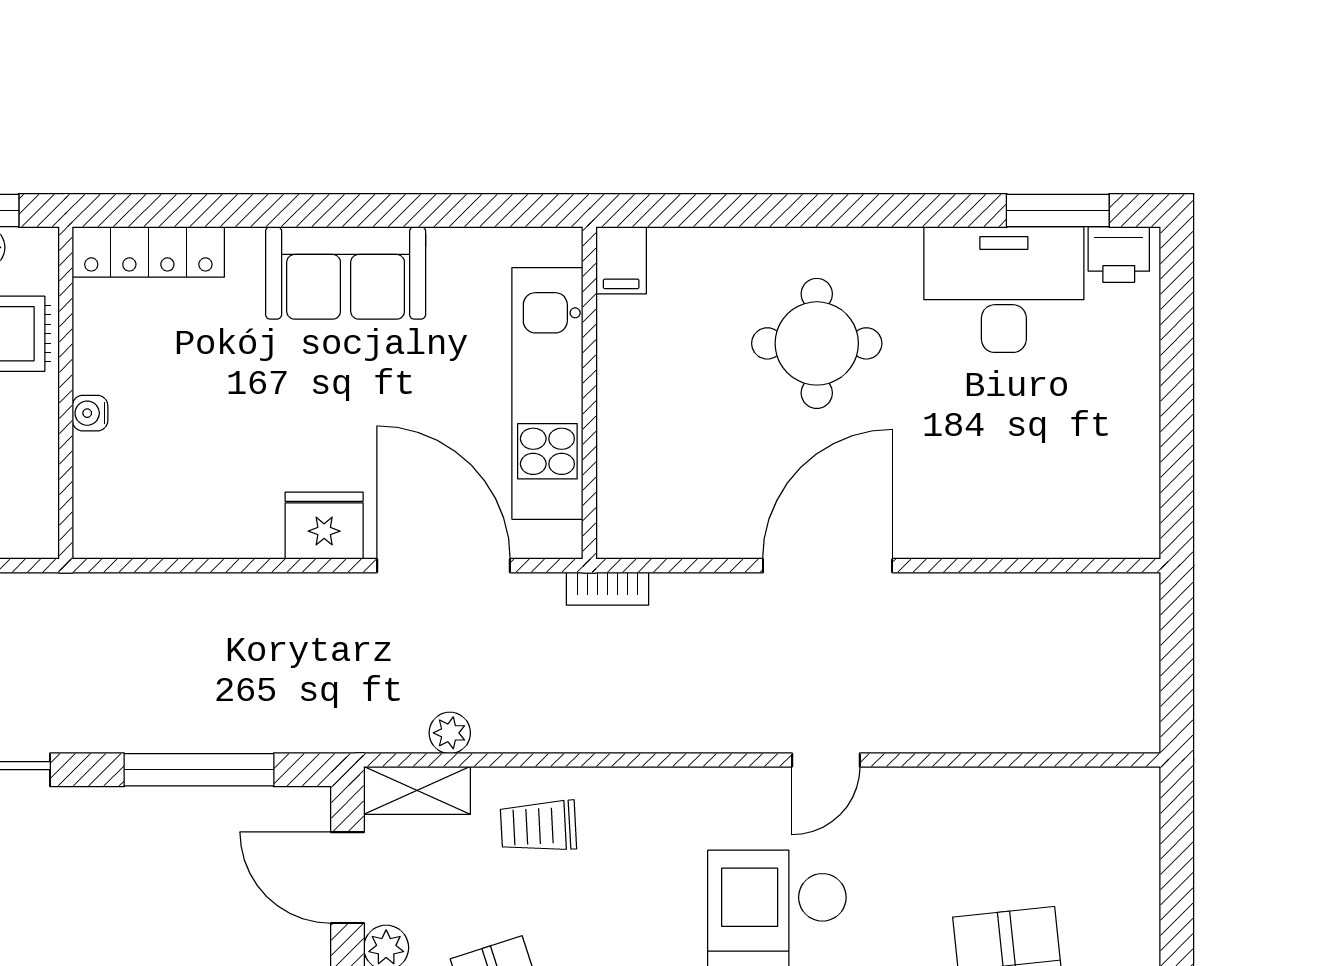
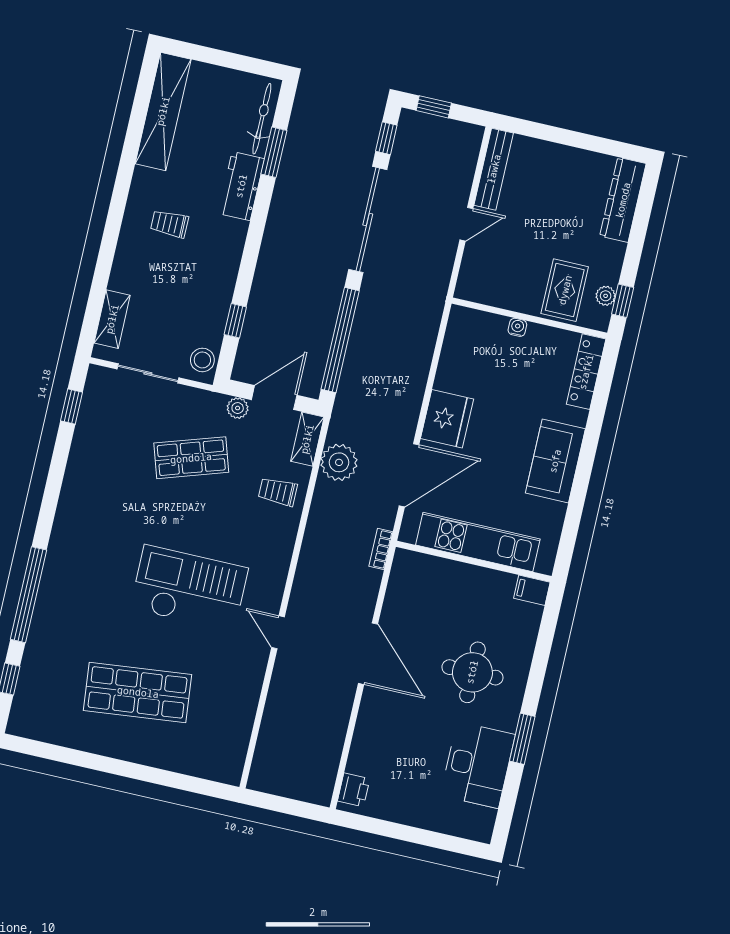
window: (1058, 210) -> (522, 739), moved
printer: (1119, 254) -> (354, 790), moved, turned 180
fridge: (324, 526) -> (447, 419), width x1.36, depth x1.34
plant: (450, 733) -> (339, 462), width x1.88, depth x1.88
window: (199, 770) -> (340, 340), width x1.46
trolley: (538, 826) -> (278, 492), turned -87

